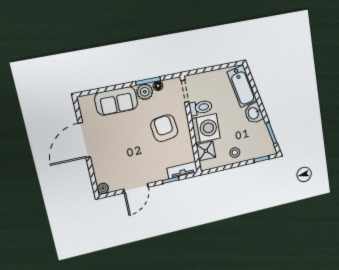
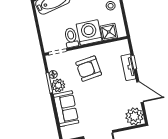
tv unit: (182, 170) -> (128, 67), moved
plant: (103, 188) -> (134, 116), width x1.87, depth x1.87

